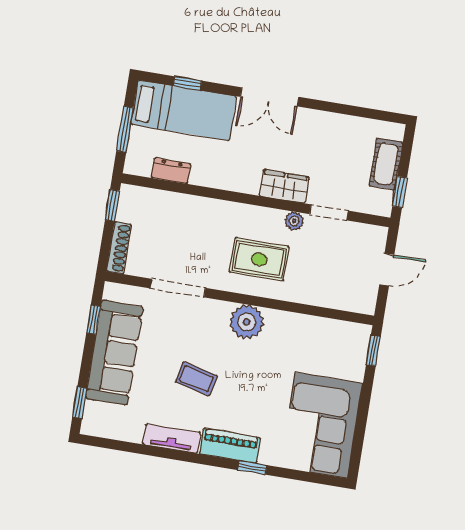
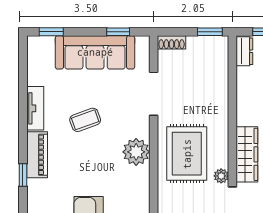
dresser: (171, 171) -> (244, 51), moved
wardrobe: (284, 186) -> (247, 154), width x1.50
shoe rack: (119, 248) -> (172, 42), width x0.70
rug: (259, 259) -> (187, 154), width x1.36, depth x1.43
coffee table: (196, 379) -> (85, 120), turned 57

